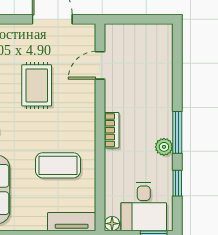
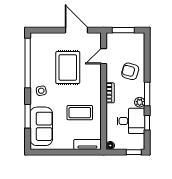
window: (135, 19) -> (123, 30), added
rug: (37, 85) -> (68, 67), width x1.36, depth x1.43
armchair: (147, 92) -> (130, 71), added
desk: (144, 206) -> (131, 121), moved, turned -90

